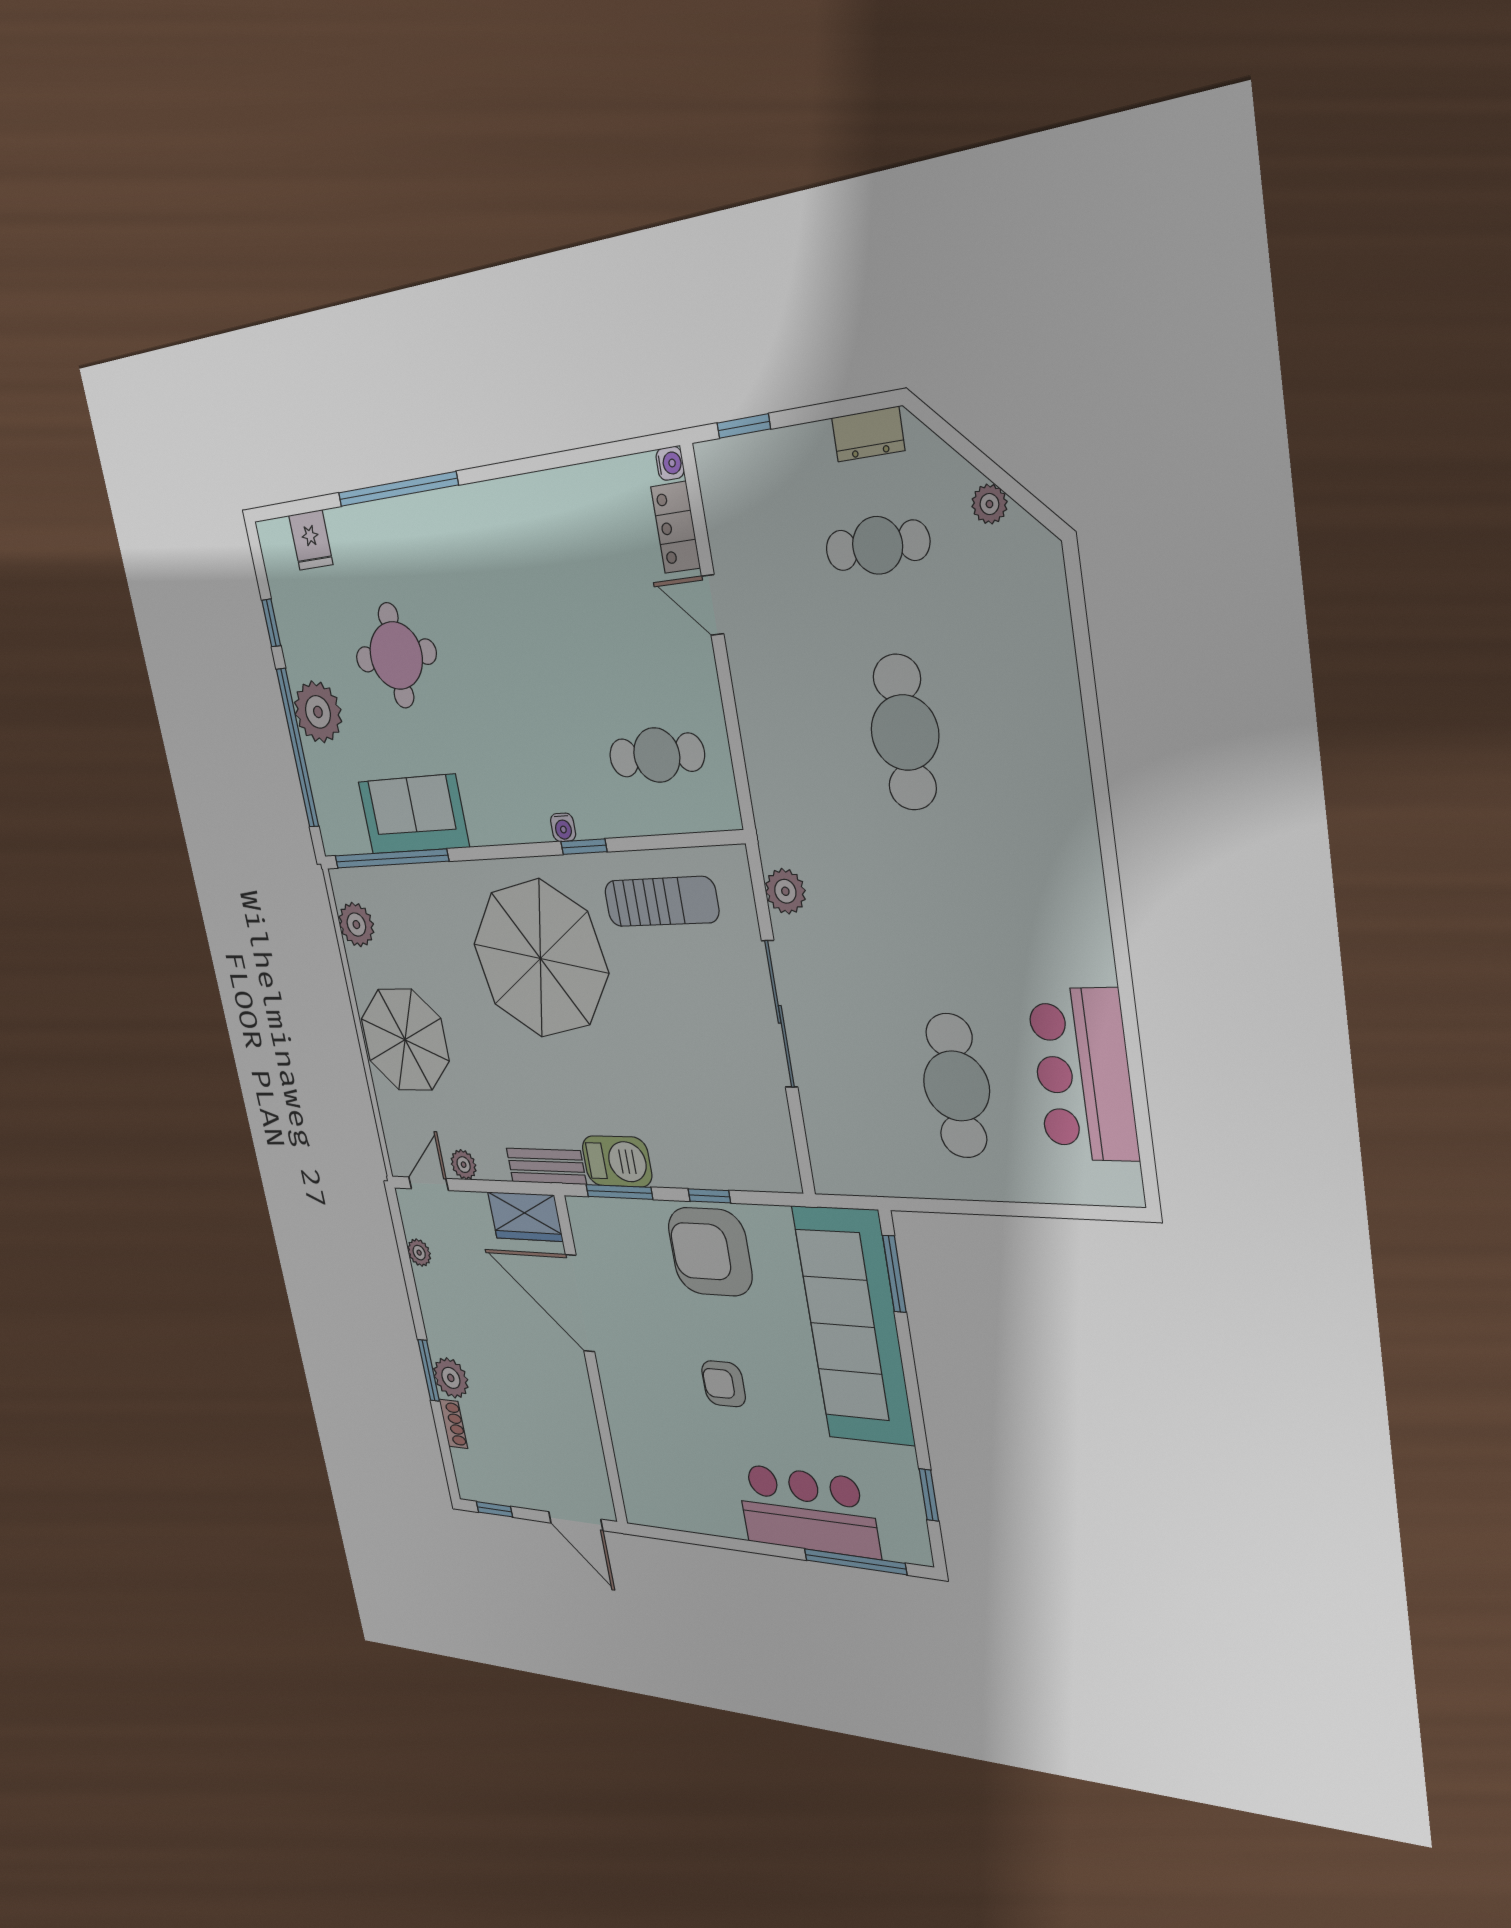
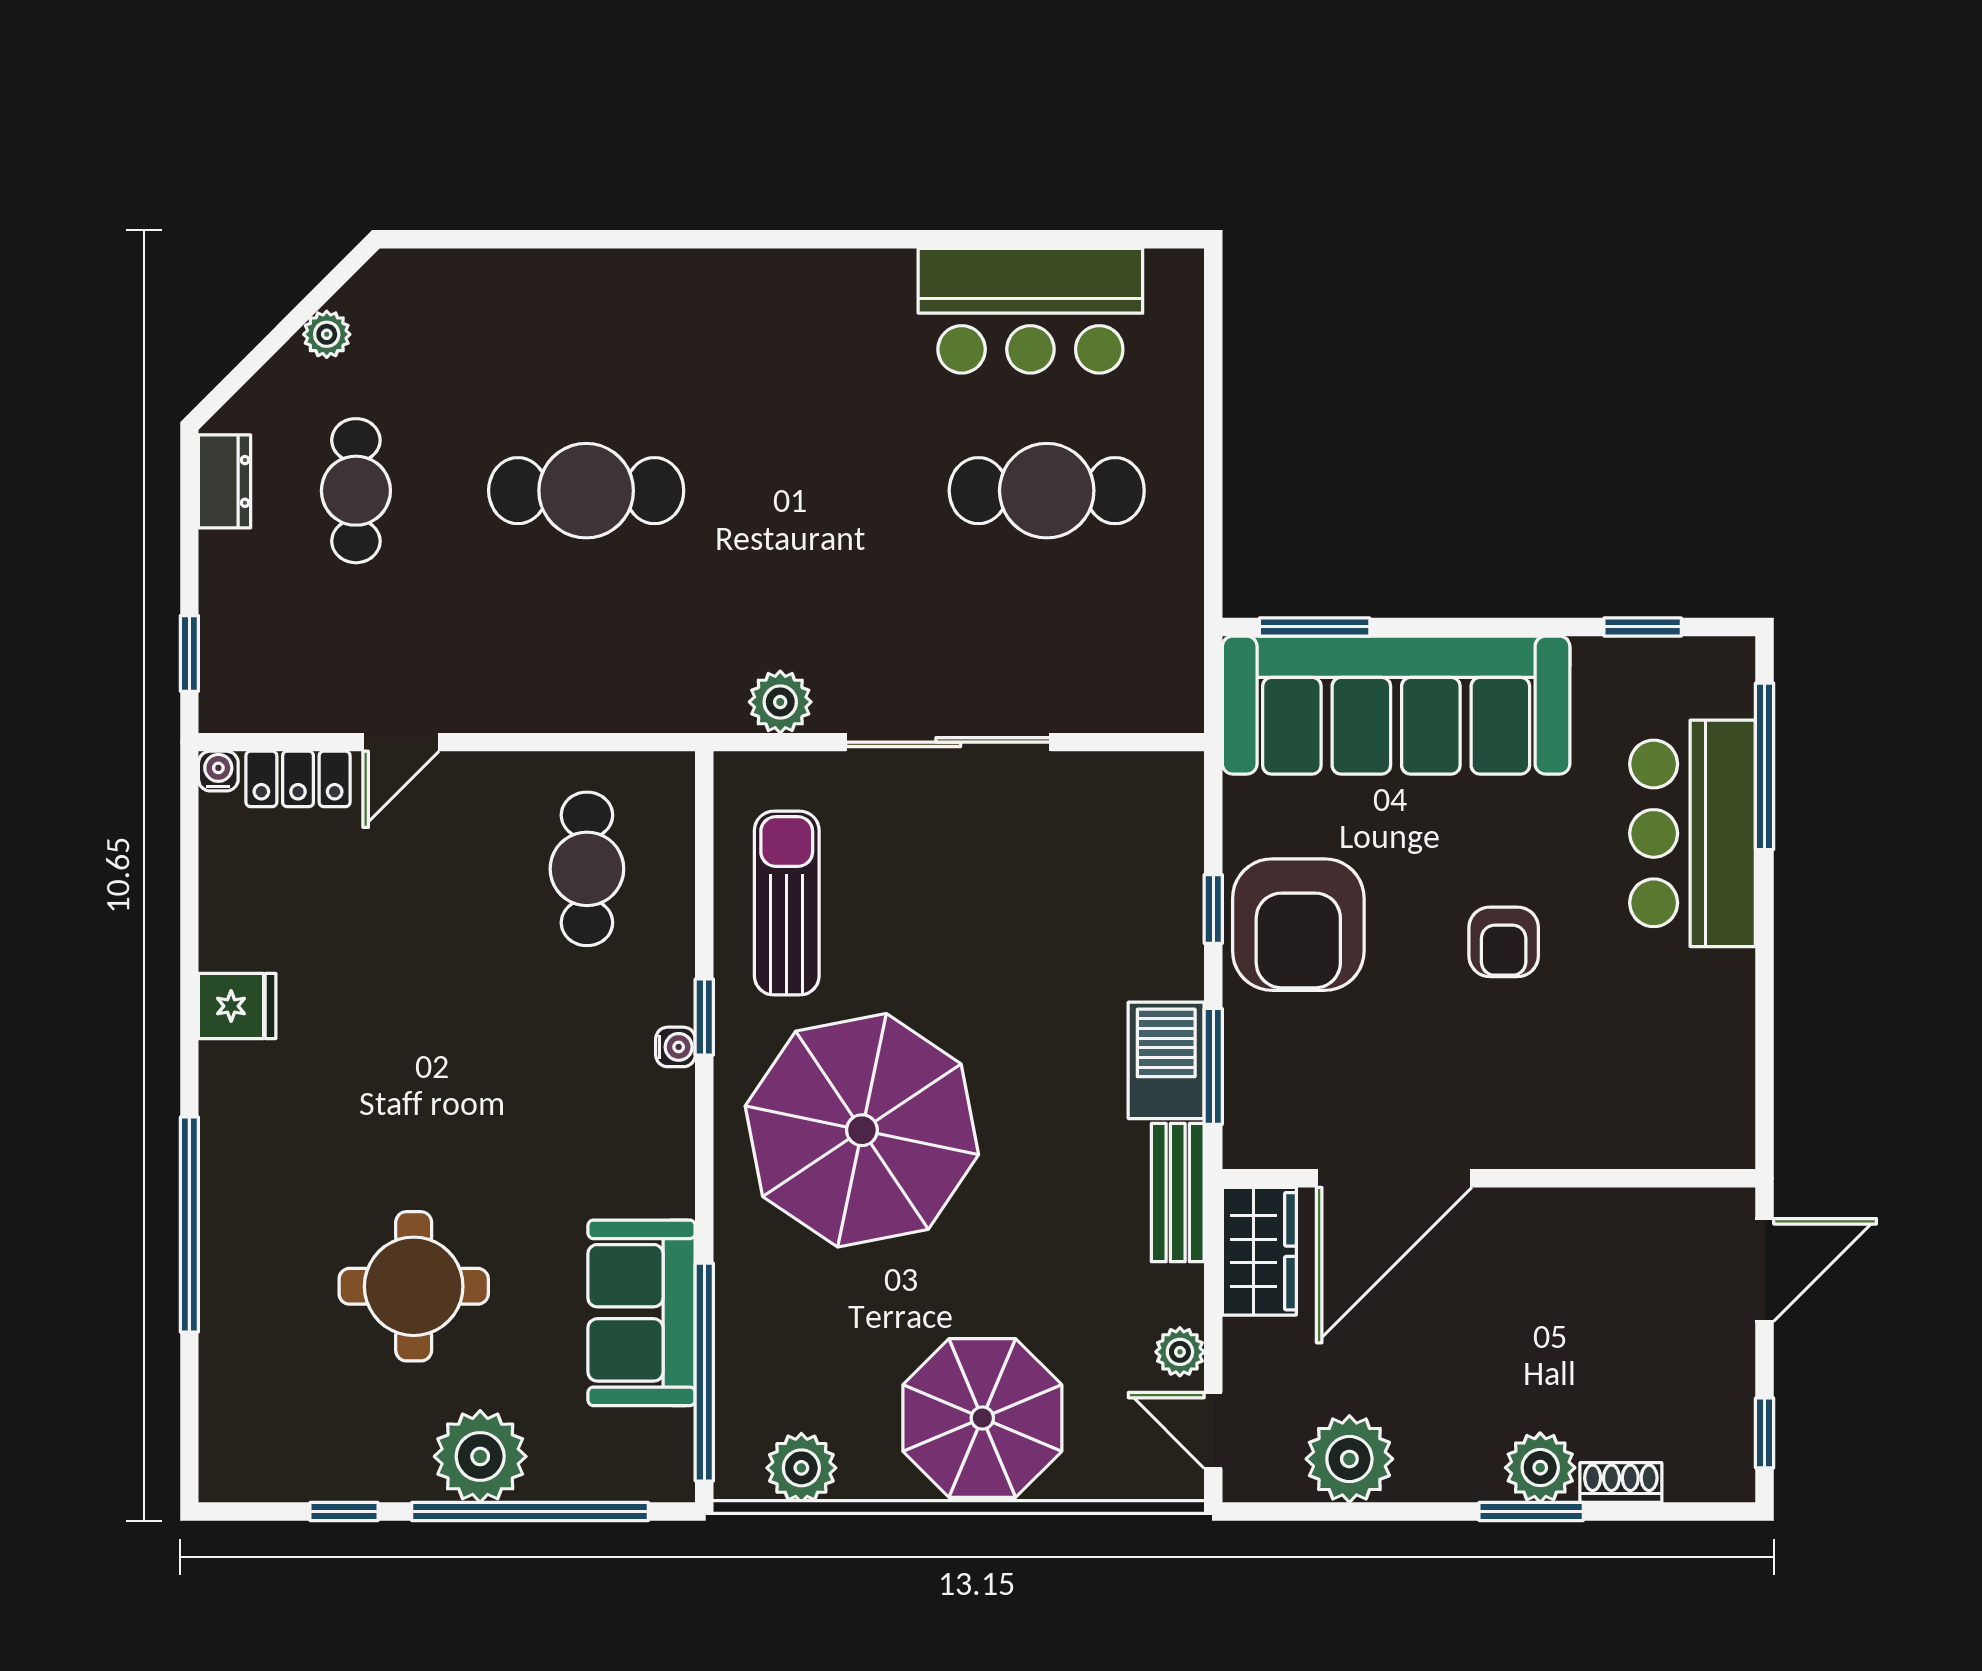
fridge: (311, 540) -> (237, 1006), moved
plant: (419, 1253) -> (1349, 1459), width x1.88, depth x1.88

